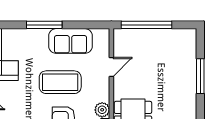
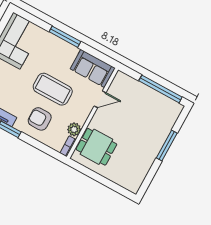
window: (146, 25) -> (160, 89), moved
sofa: (70, 41) -> (93, 68), moved

